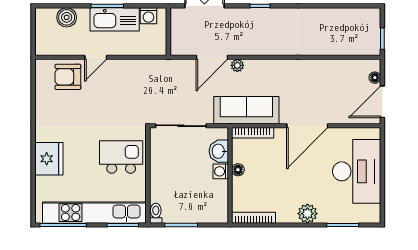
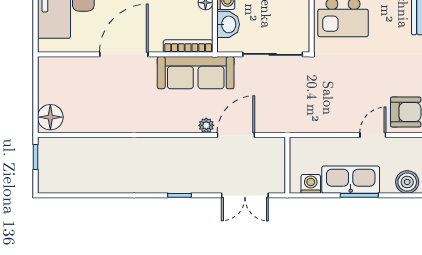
floor lamp: (375, 78) -> (50, 117), width x1.89, depth x1.89
door: (382, 102) -> (36, 83), removed

